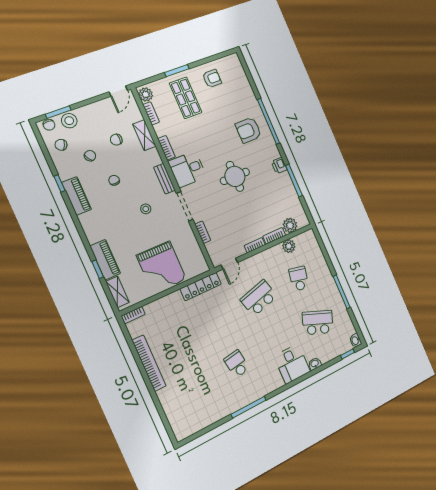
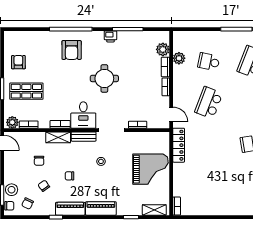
shelving: (144, 135) -> (58, 137), moved
piano: (105, 260) -> (101, 208), moved
school desk: (259, 298) -> (209, 103), turned 36
bookcase: (149, 363) -> (218, 210), removed

